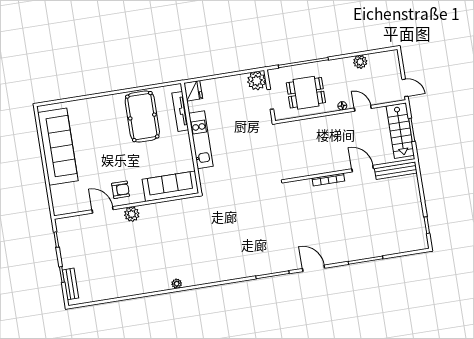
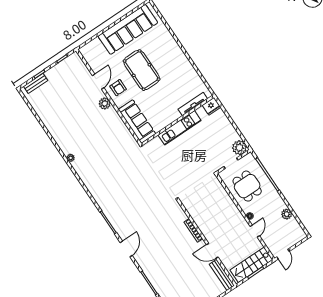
pool table: (142, 117) -> (142, 70), moved, turned 90
door: (363, 169) -> (212, 251), swing flipped

